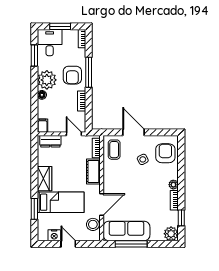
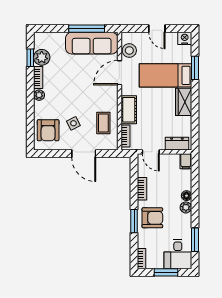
window: (89, 72) -> (134, 221), width x0.69
armchair: (72, 75) -> (152, 218), turned 90
plant: (47, 80) -> (186, 207), width x0.53, depth x0.53
coffee table: (114, 150) -> (103, 123), moved
plant: (171, 234) -> (42, 57), moved
nightstand: (54, 235) -> (185, 38), moved

